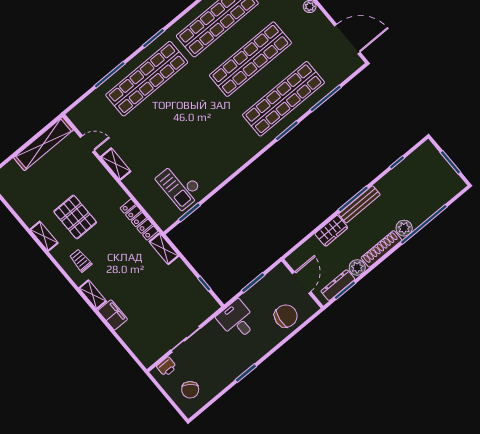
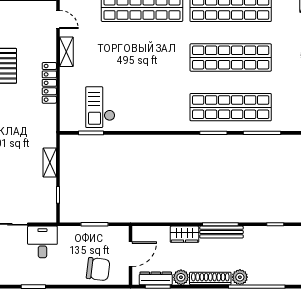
locker: (139, 220) -> (49, 83), moved
shelving: (164, 249) -> (50, 163), moved
desk: (237, 320) -> (42, 242), moved

